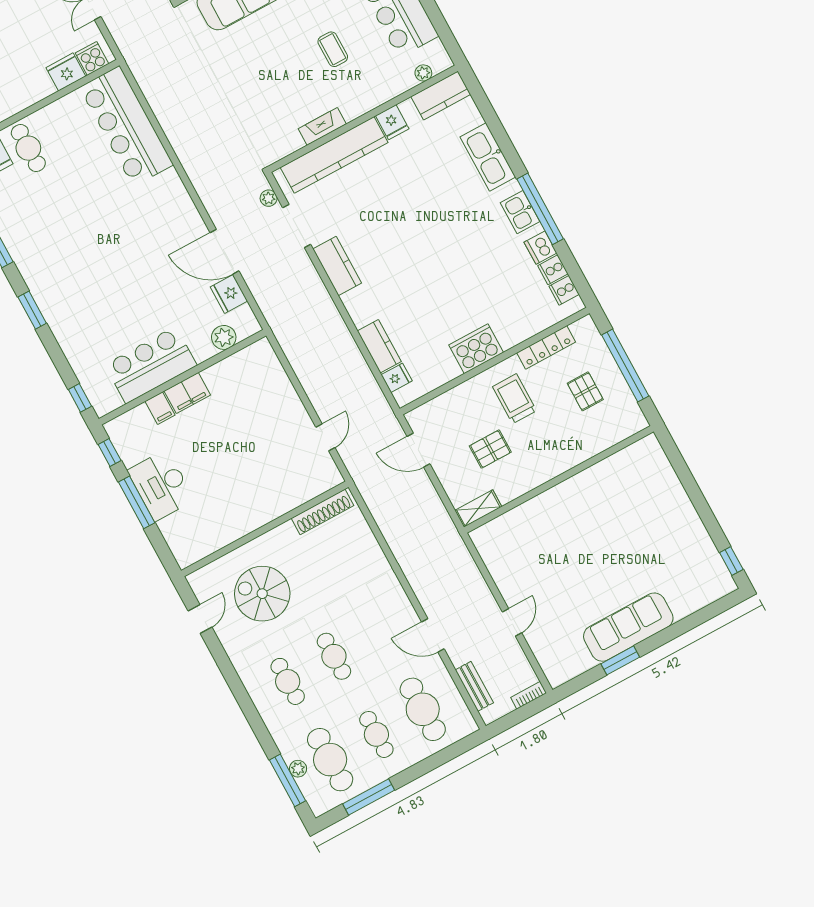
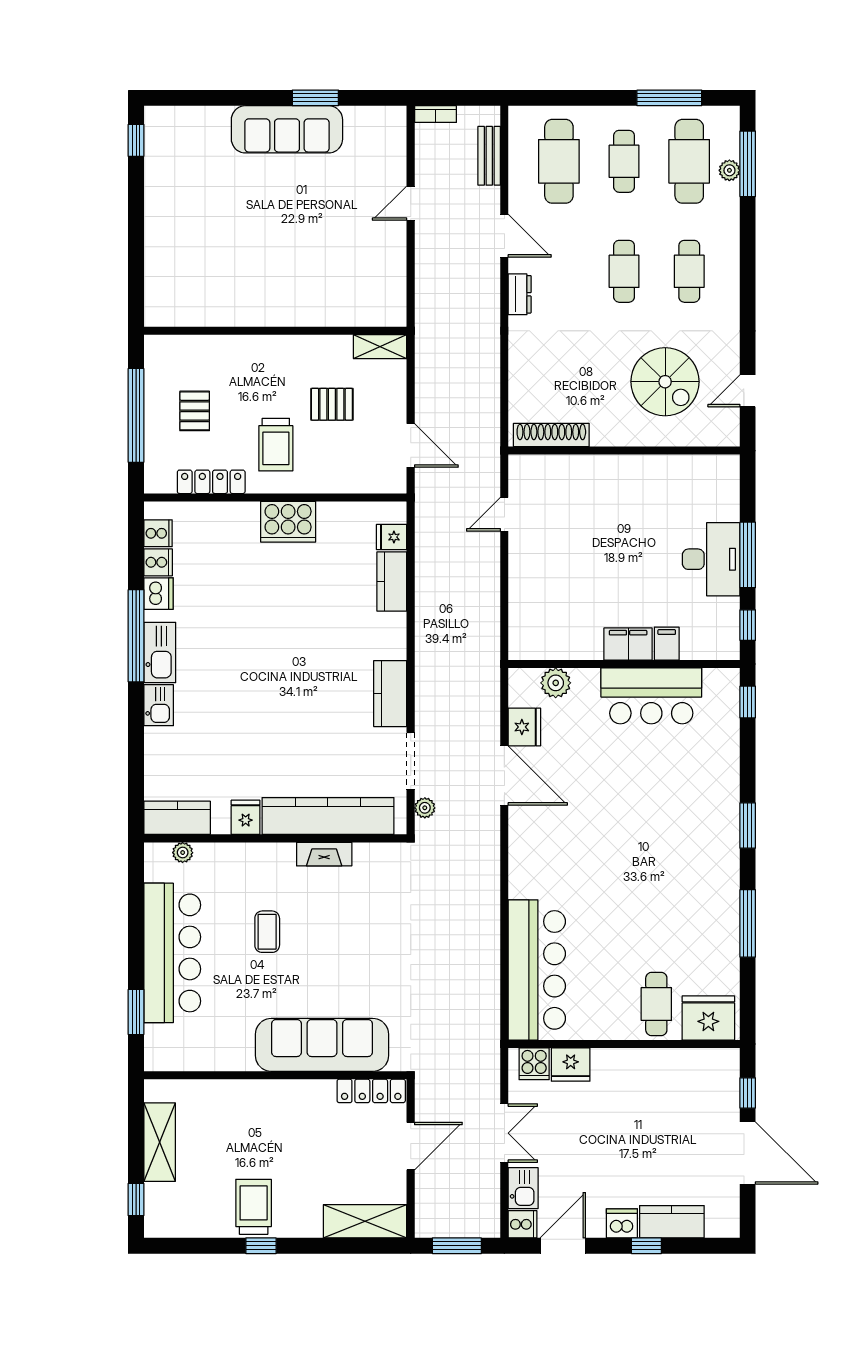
kitchen sink: (488, 157) -> (159, 705), width x0.53, depth x0.81
kitchen sink: (520, 212) -> (160, 652), width x1.38
dresser: (399, 600) -> (520, 294), added

